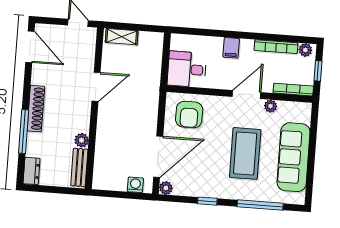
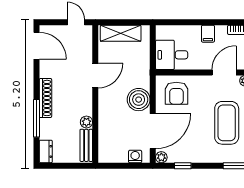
shelving: (122, 37) -> (121, 33), width x1.50, depth x1.33
boiler: (144, 119) -> (139, 100), added
window: (207, 201) -> (183, 166), moved

